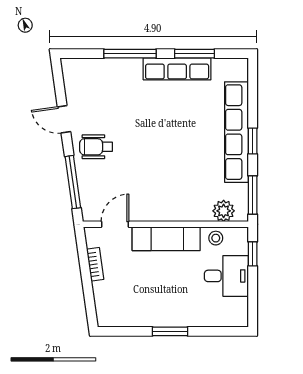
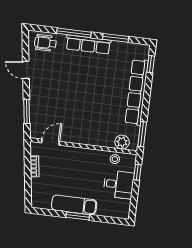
row of seats: (177, 69) -> (88, 45), moved
window: (253, 141) -> (151, 64), moved
wheelchair: (96, 147) -> (45, 43), moved
window: (73, 182) -> (27, 111), width x0.69
exam couch: (166, 239) -> (74, 205), moved, turned 180

